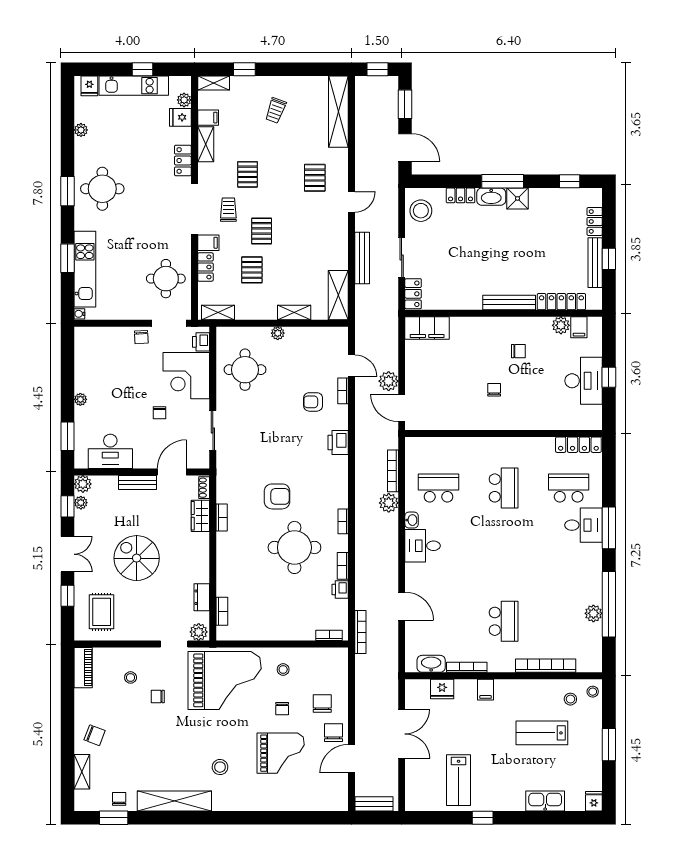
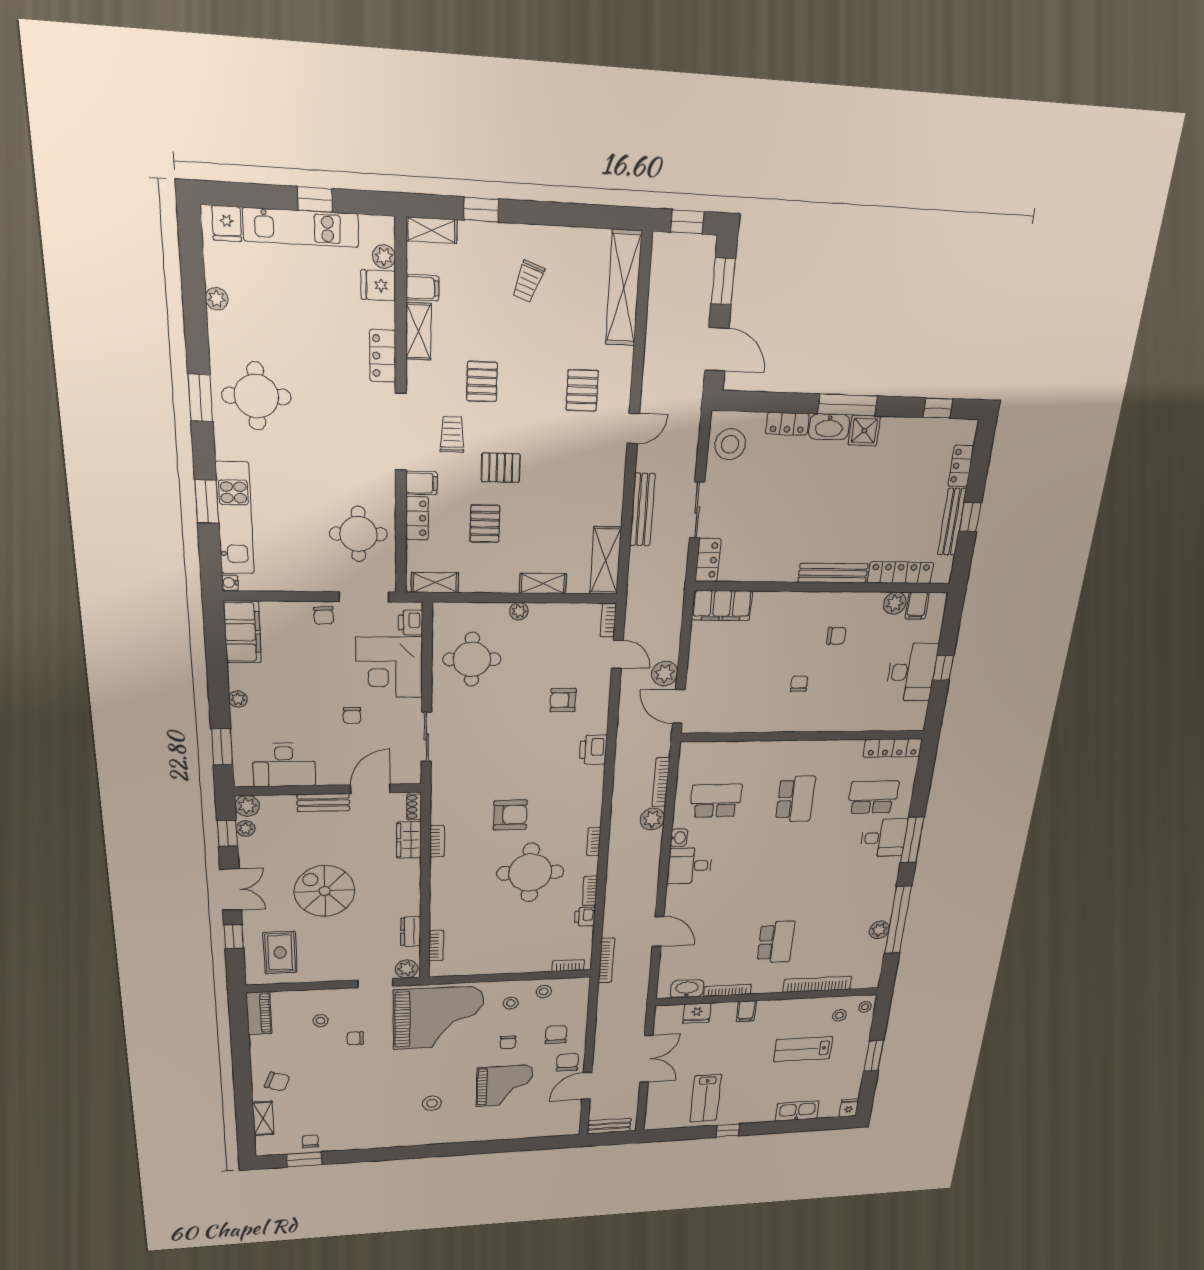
pallet: (262, 231) -> (501, 468), turned 90
filing cabinet: (86, 349) -> (242, 632), added
bookcase: (343, 391) -> (608, 620), moved
stool: (310, 660) -> (544, 991), added
shelving: (174, 801) -> (377, 1139), removed

